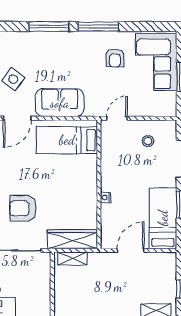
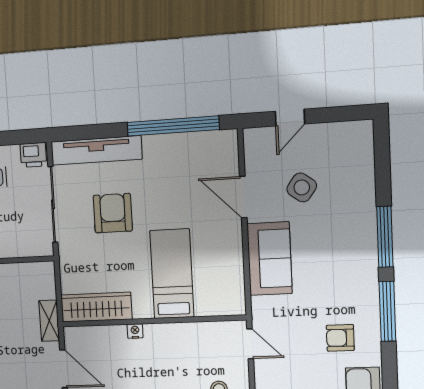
bed: (67, 140) -> (172, 274), moved
wardrobe: (72, 239) -> (96, 307), moved, turned -90
shelving: (73, 258) -> (49, 321), moved

